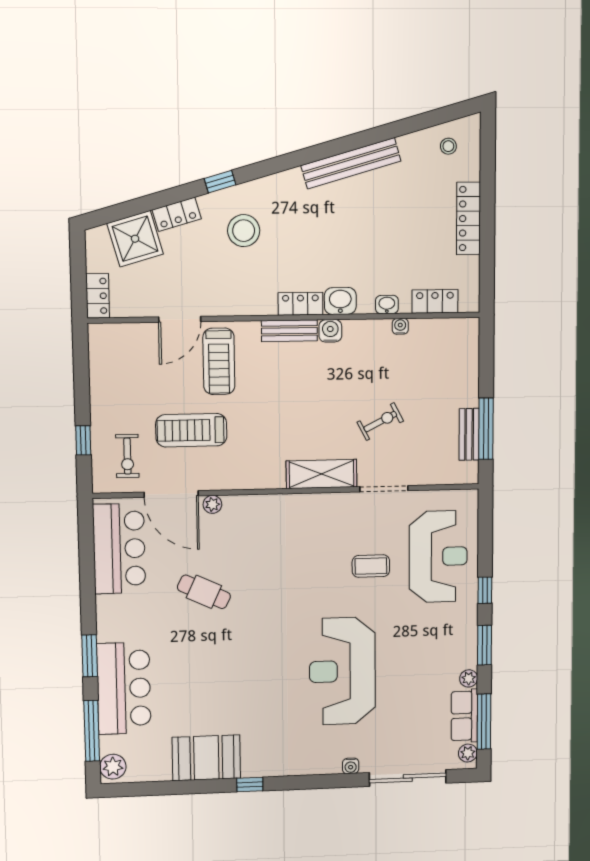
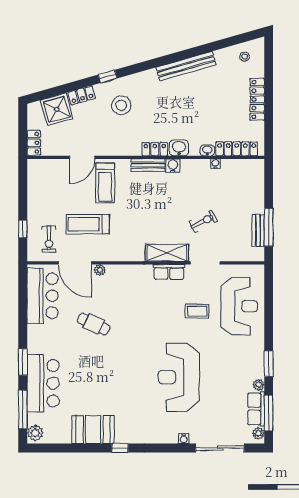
locker: (435, 301) -> (237, 149), width x1.53
row of seats: (325, 505) -> (169, 272), added
window: (485, 590) -> (269, 329), removed

